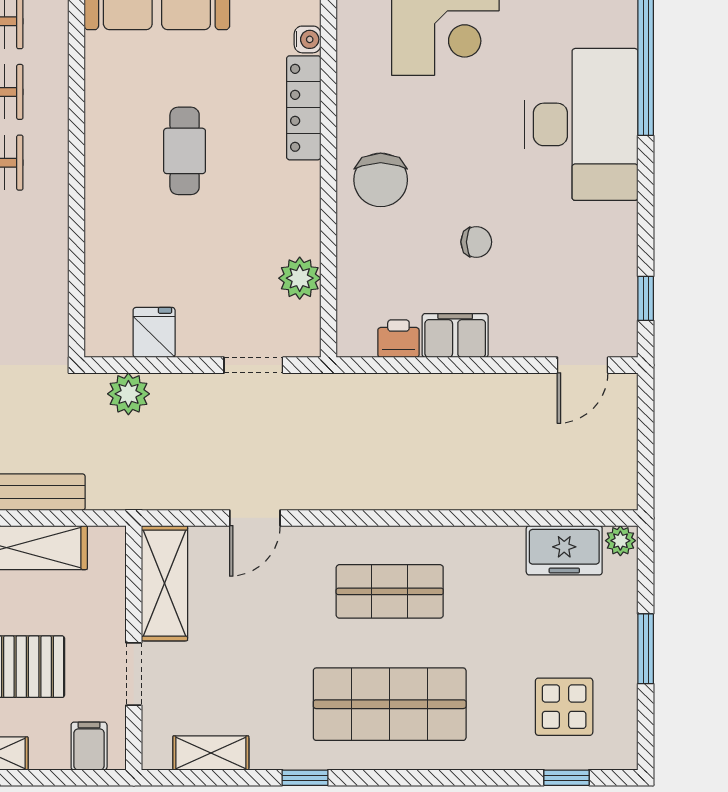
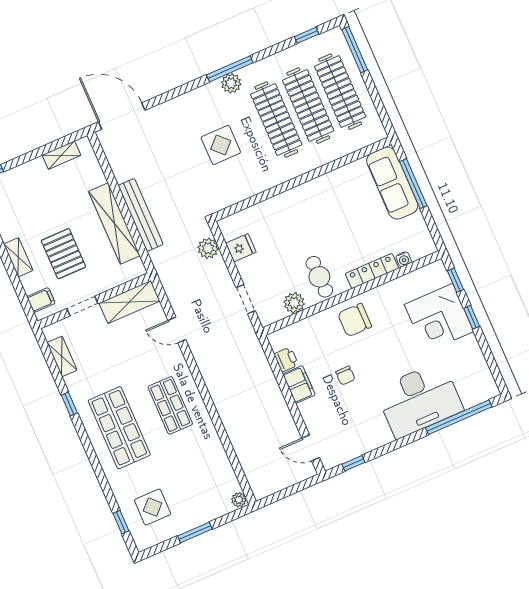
cafe table: (185, 151) -> (319, 277), moved, turned 90
freezer: (564, 550) -> (223, 476), removed

